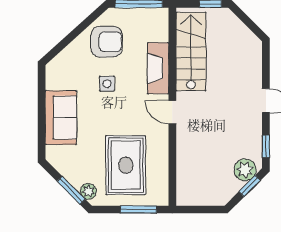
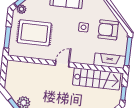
armchair: (107, 42) -> (108, 30), turned 90
fireplace: (158, 68) -> (110, 61), moved

